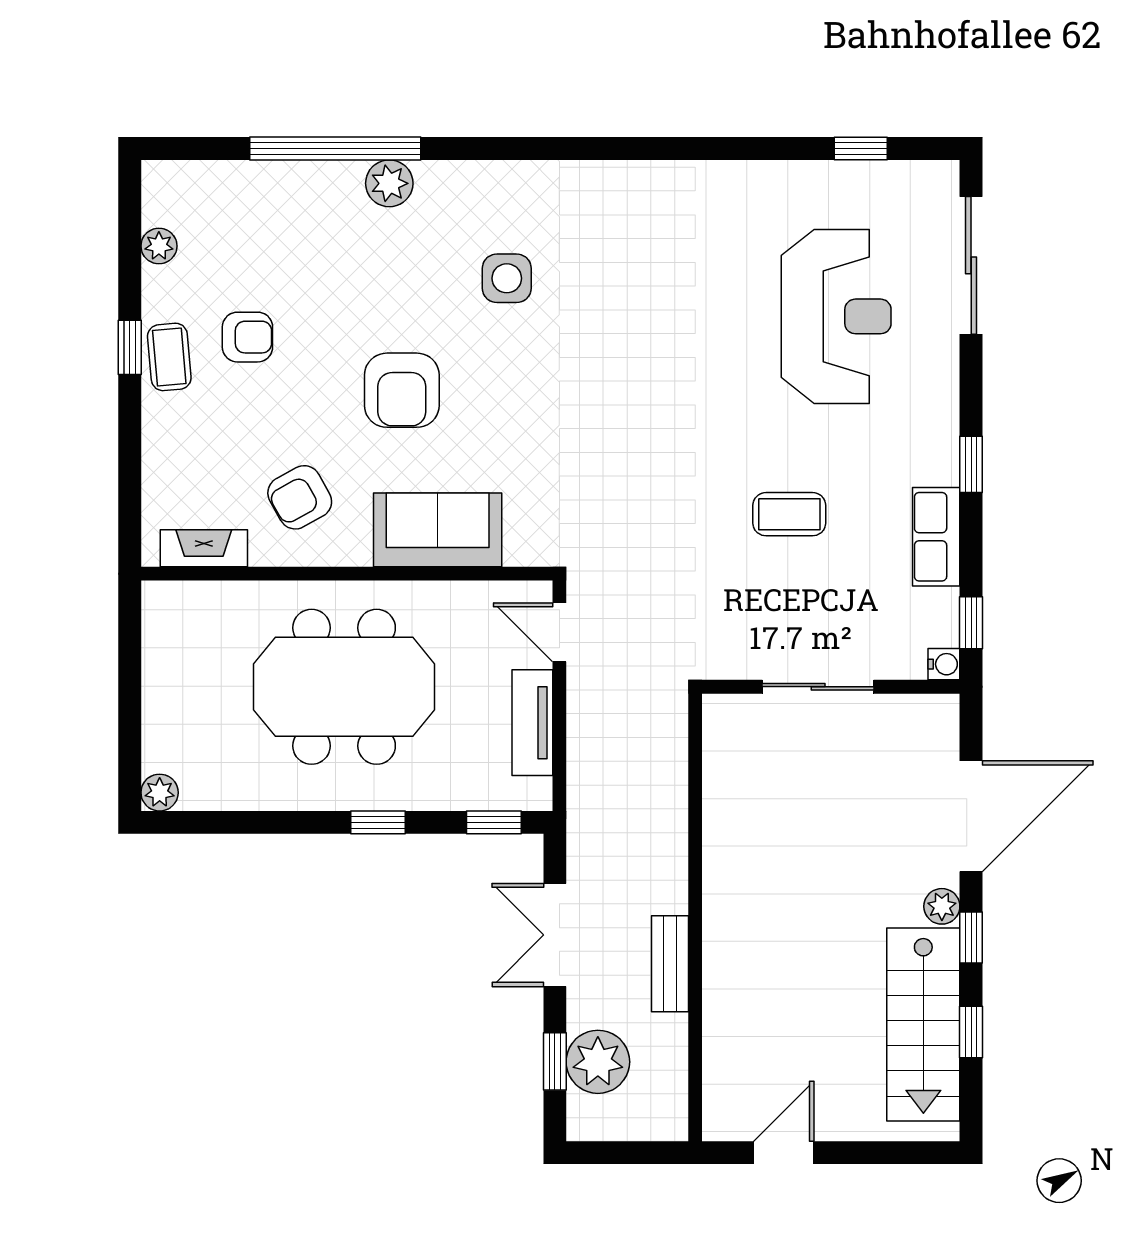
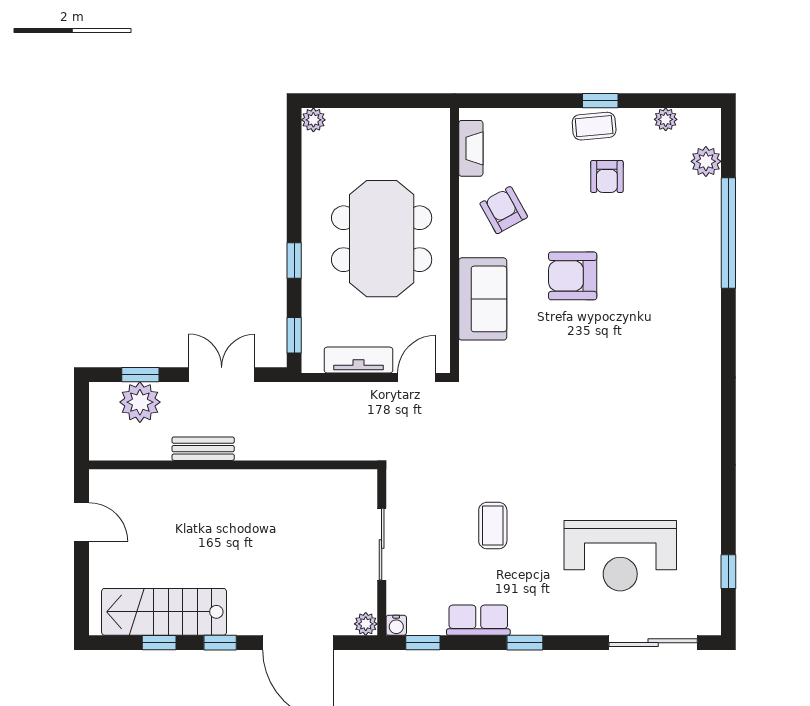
plant: (389, 183) -> (706, 161), moved
side table: (507, 278) -> (645, 343), removed
plant: (942, 906) -> (366, 624), moved

